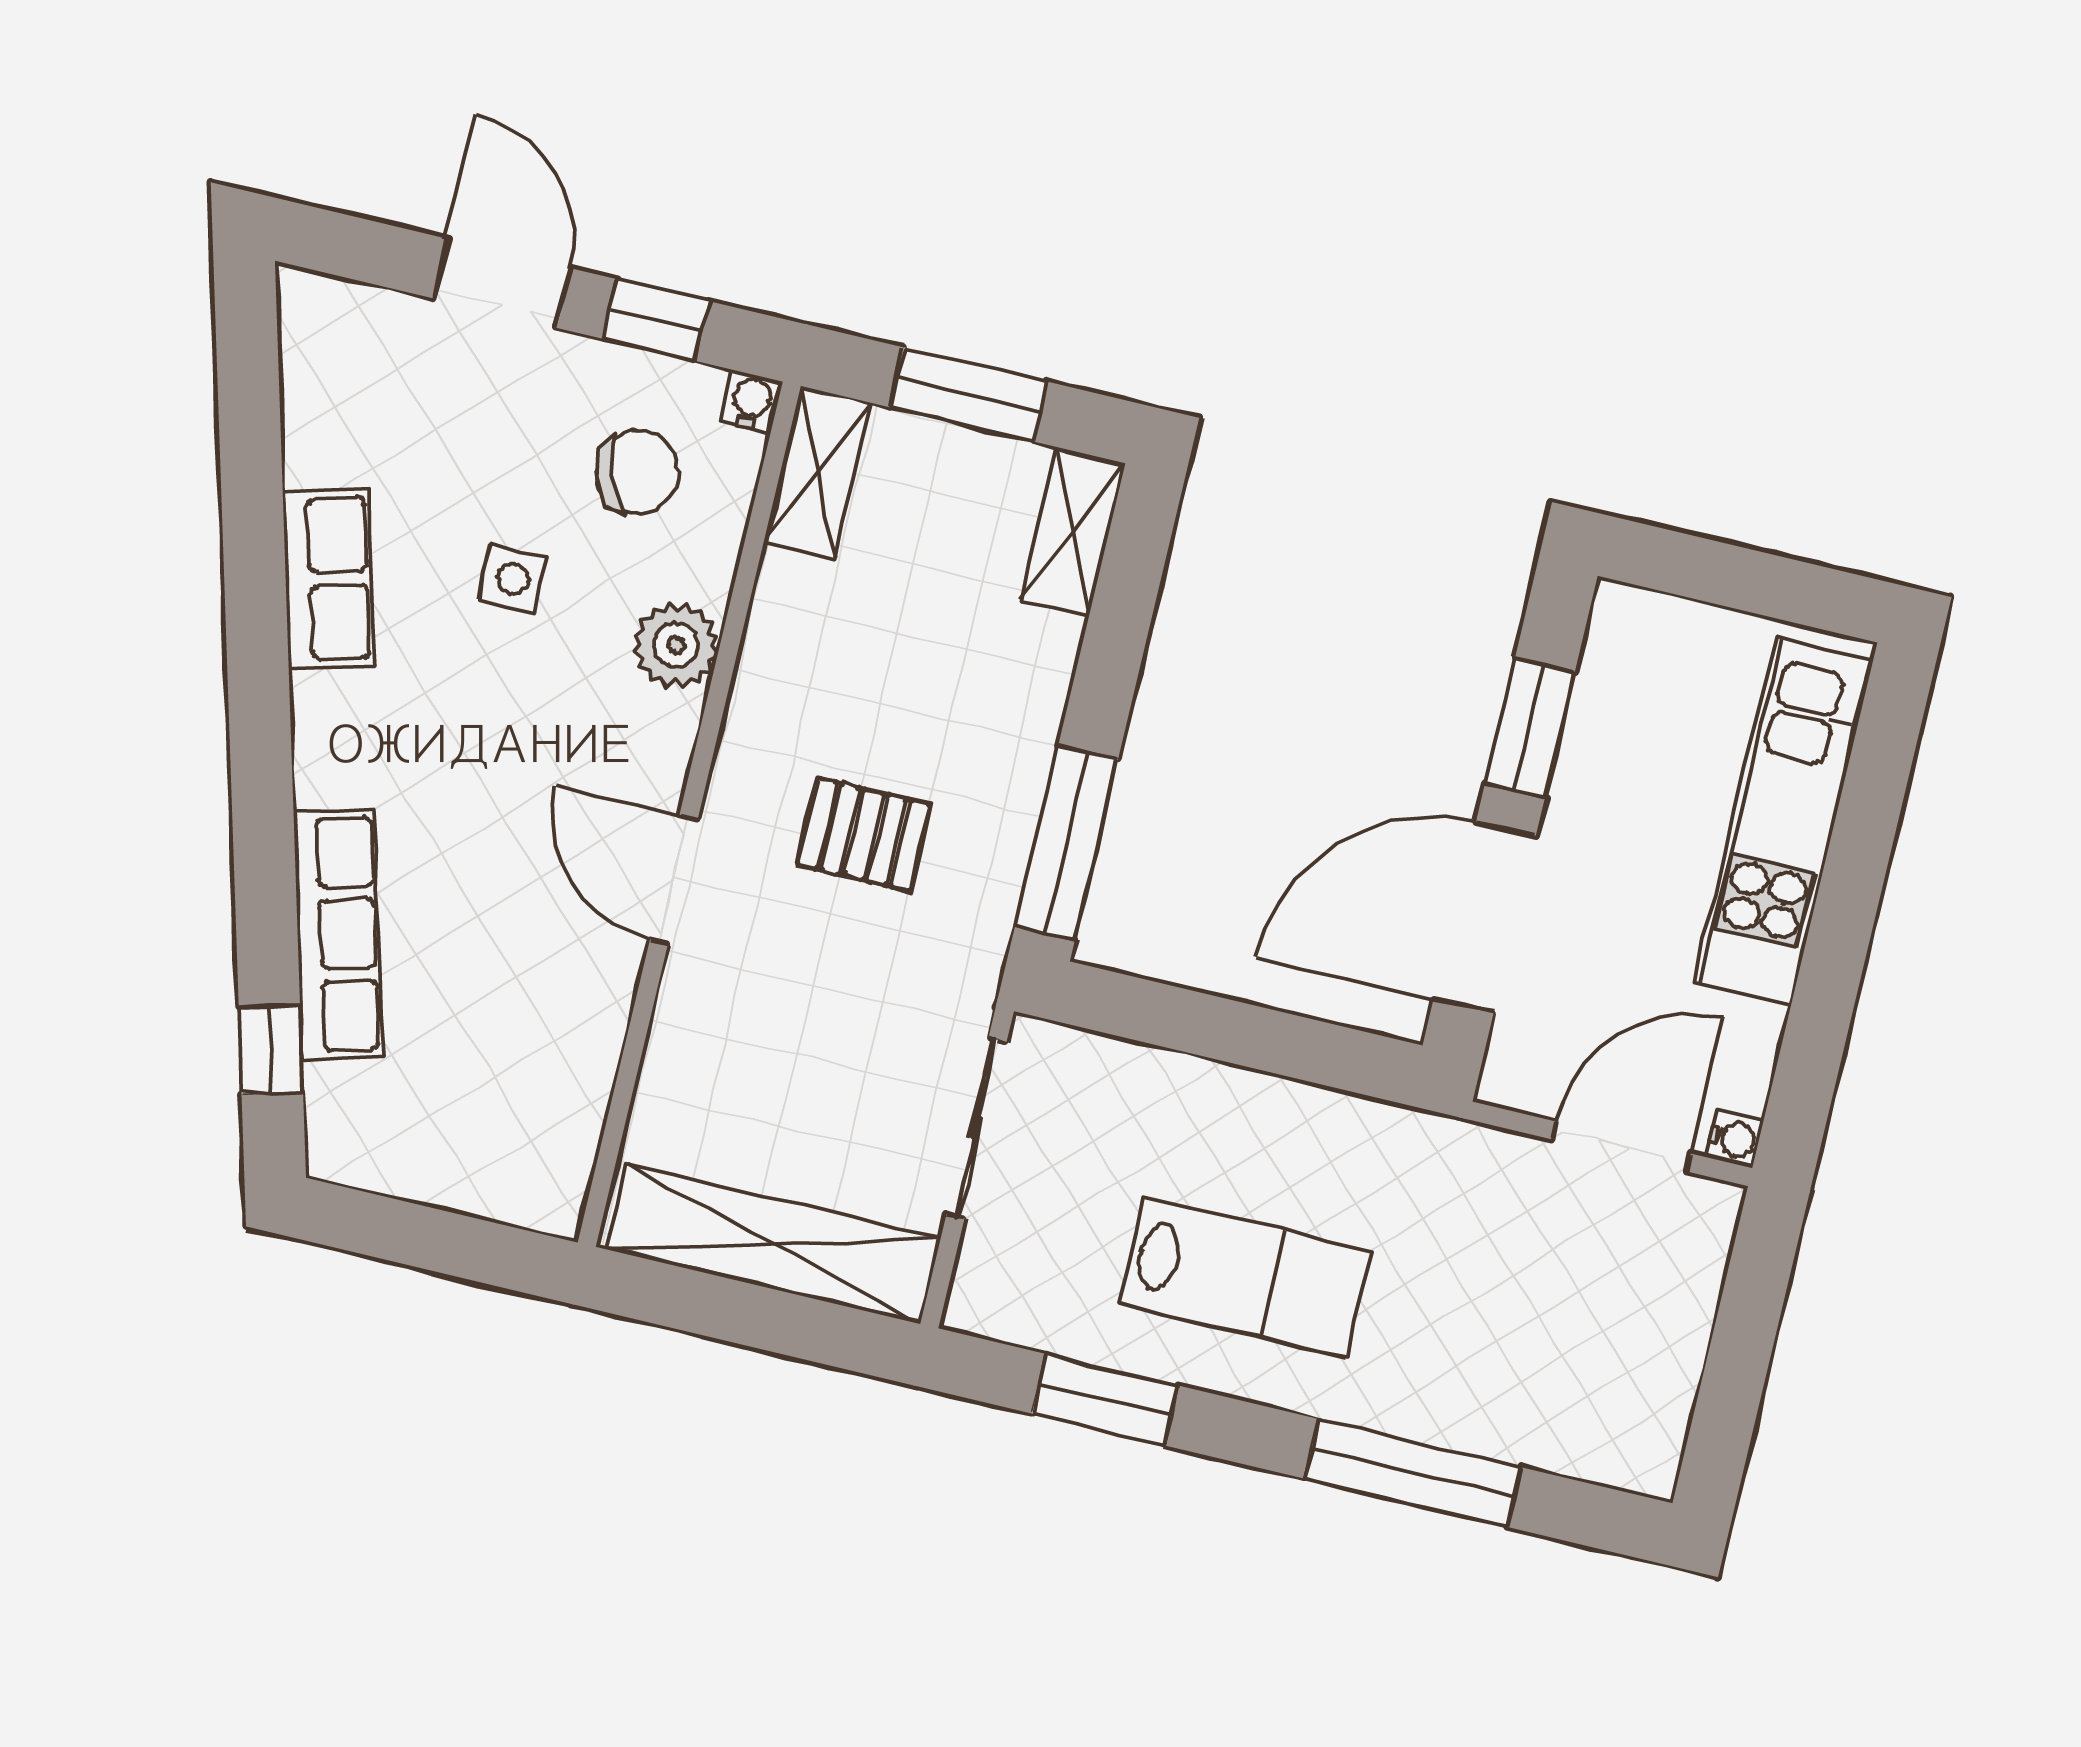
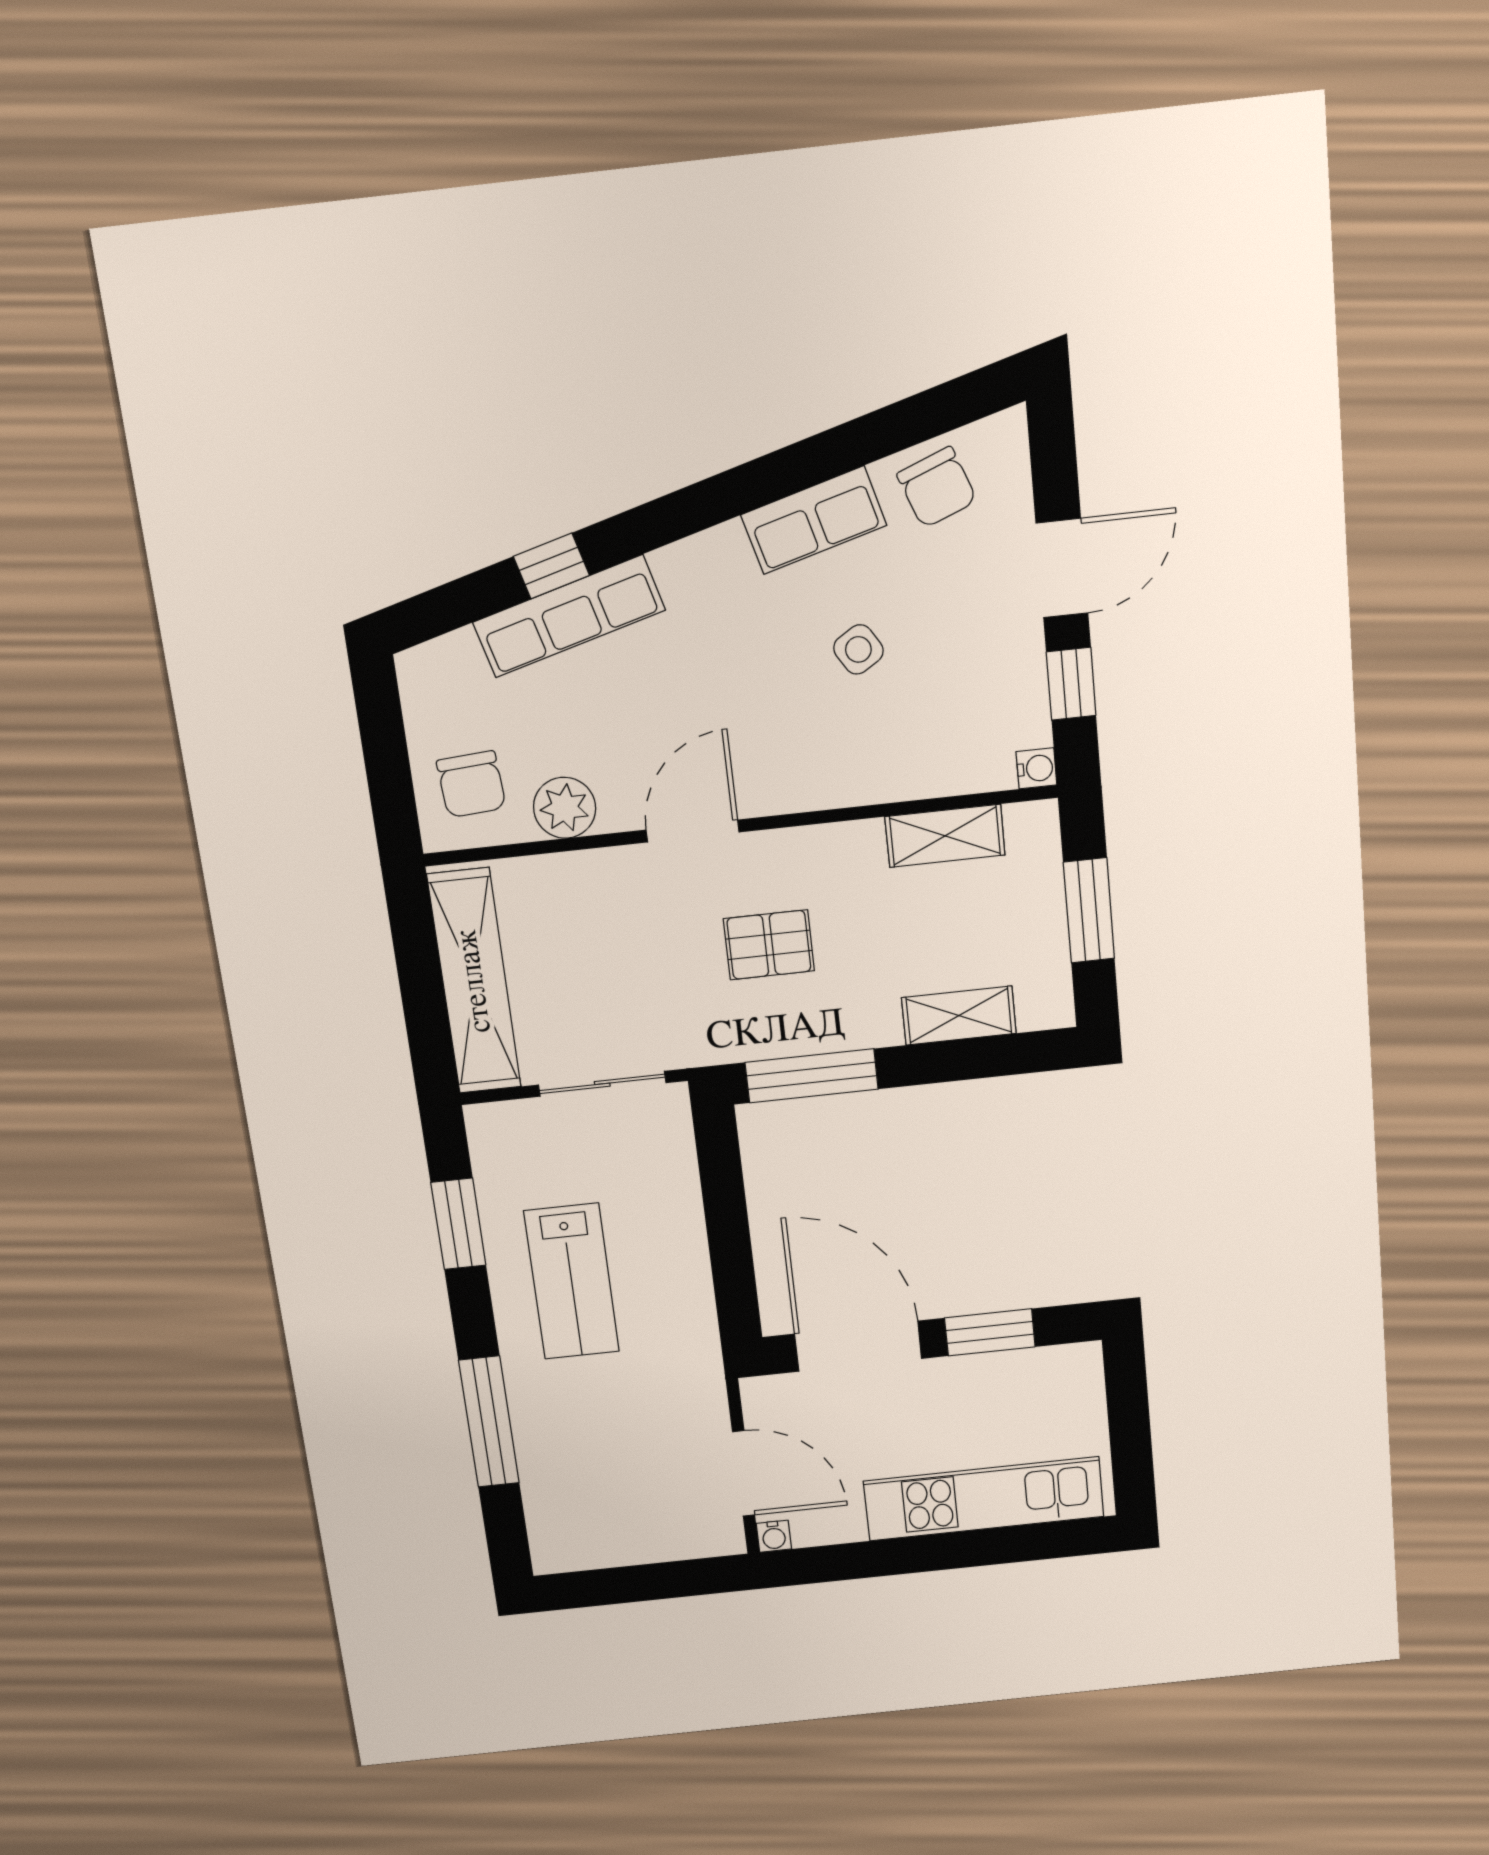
chair: (637, 472) -> (937, 487), moved
shelving: (817, 473) -> (945, 836), moved
shelving: (1073, 532) -> (959, 1016), moved
side table: (513, 579) -> (858, 649), turned -32
plant: (676, 645) -> (565, 808), moved
pallet: (864, 834) -> (769, 945), turned 90
window: (271, 1049) -> (551, 566), moved
chair: (509, 1144) -> (471, 784), added

